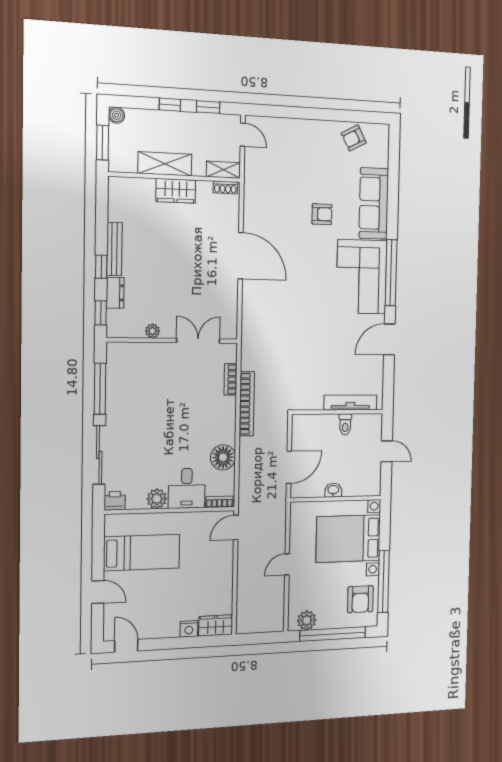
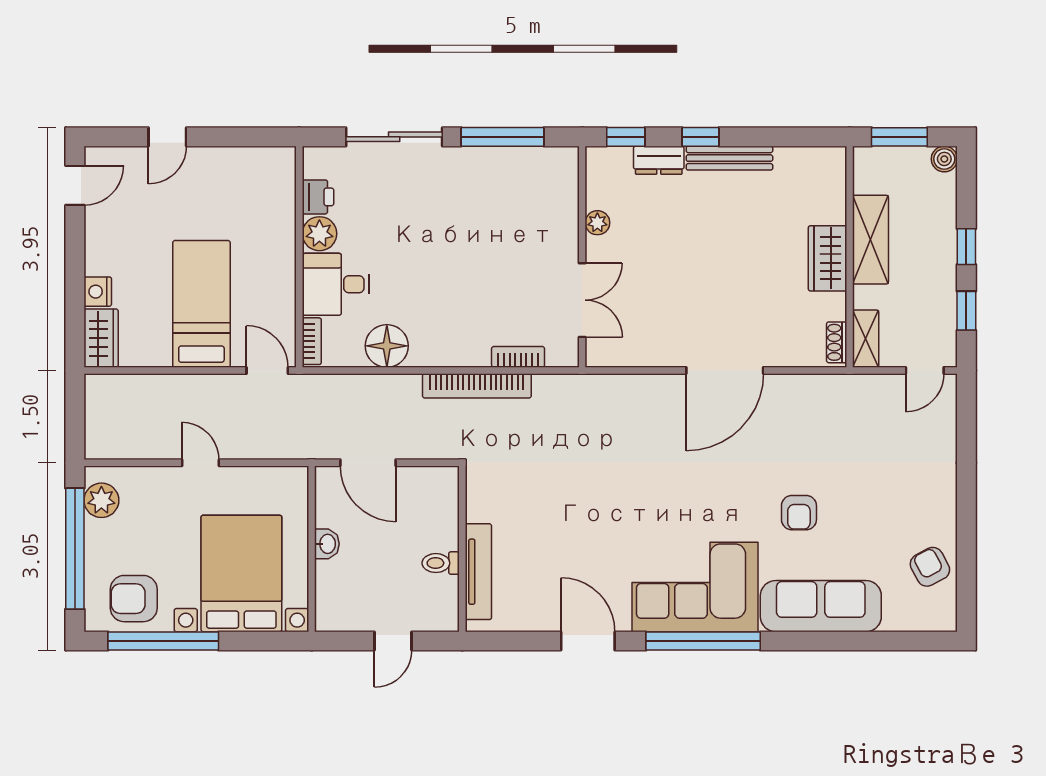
printer: (115, 501) -> (318, 197), moved
bed: (142, 553) -> (201, 304), moved, turned 180

